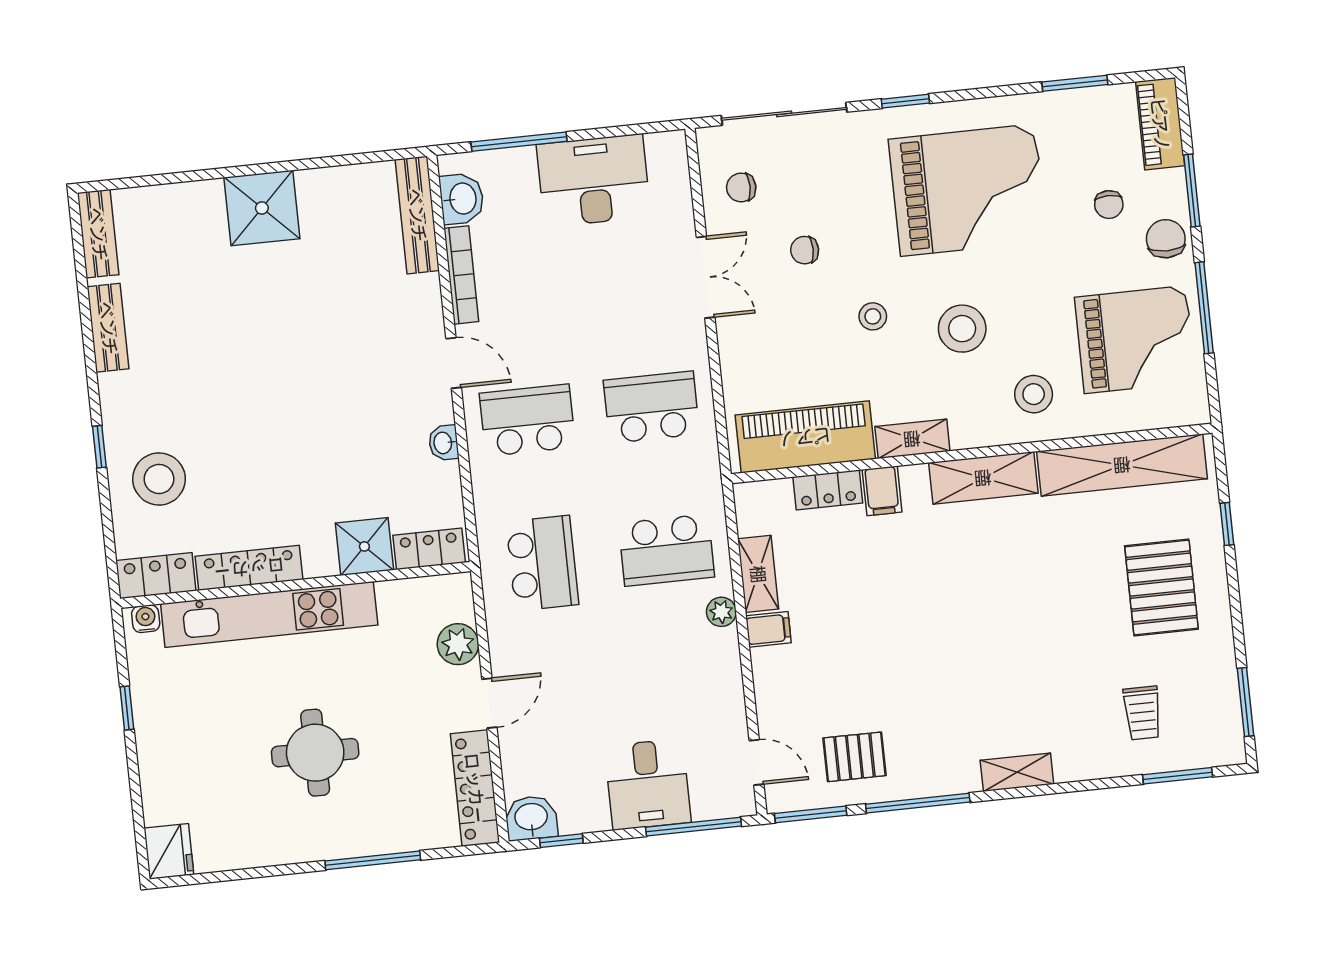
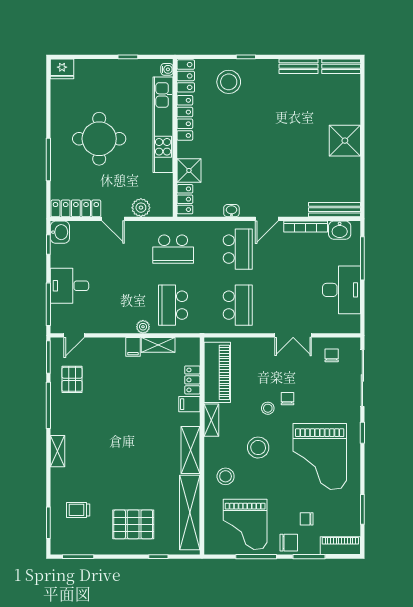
chair: (805, 250) -> (287, 399), moved
round table: (315, 753) -> (99, 139), width x1.36, depth x1.36

